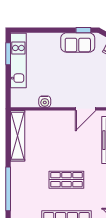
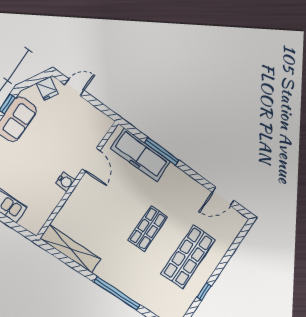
water cooler: (45, 102) -> (65, 182), moved

